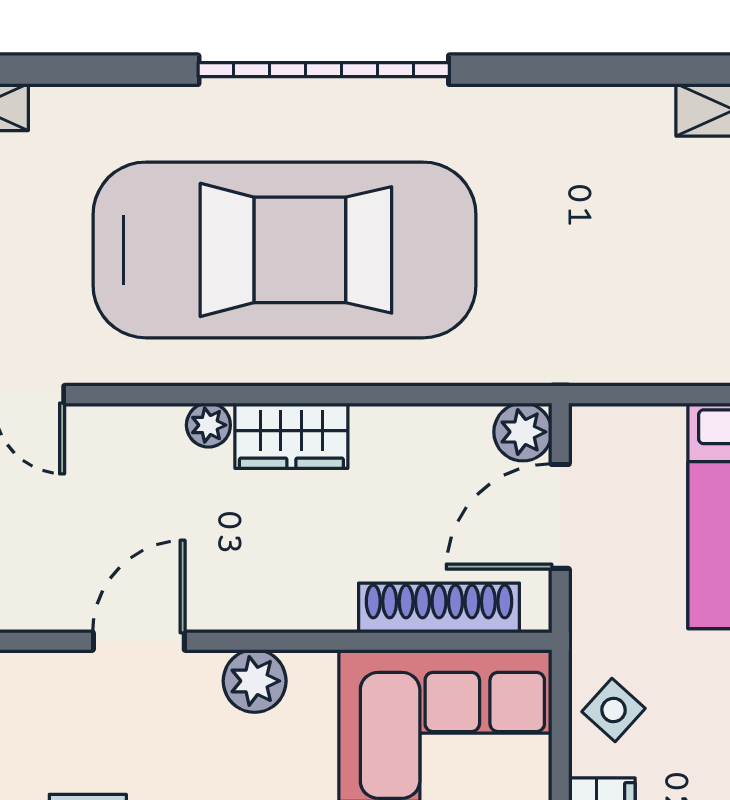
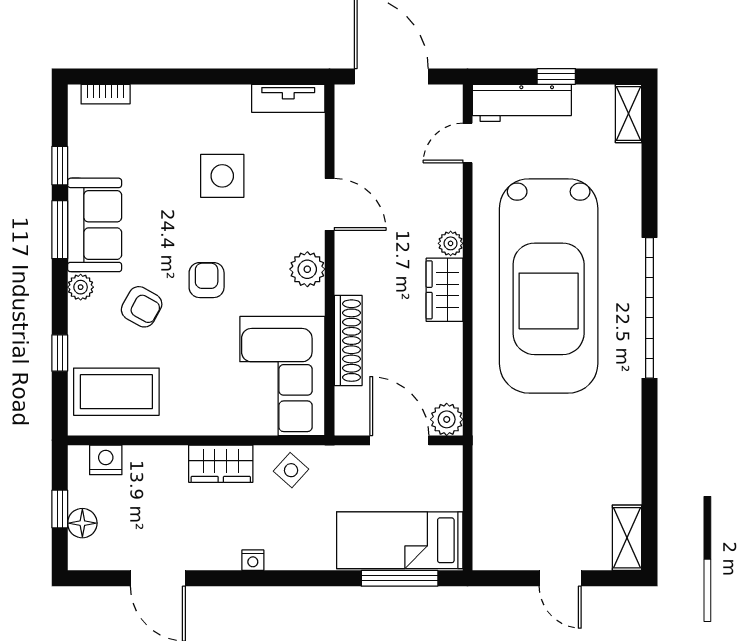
shoe rack: (439, 608) -> (348, 341), moved

